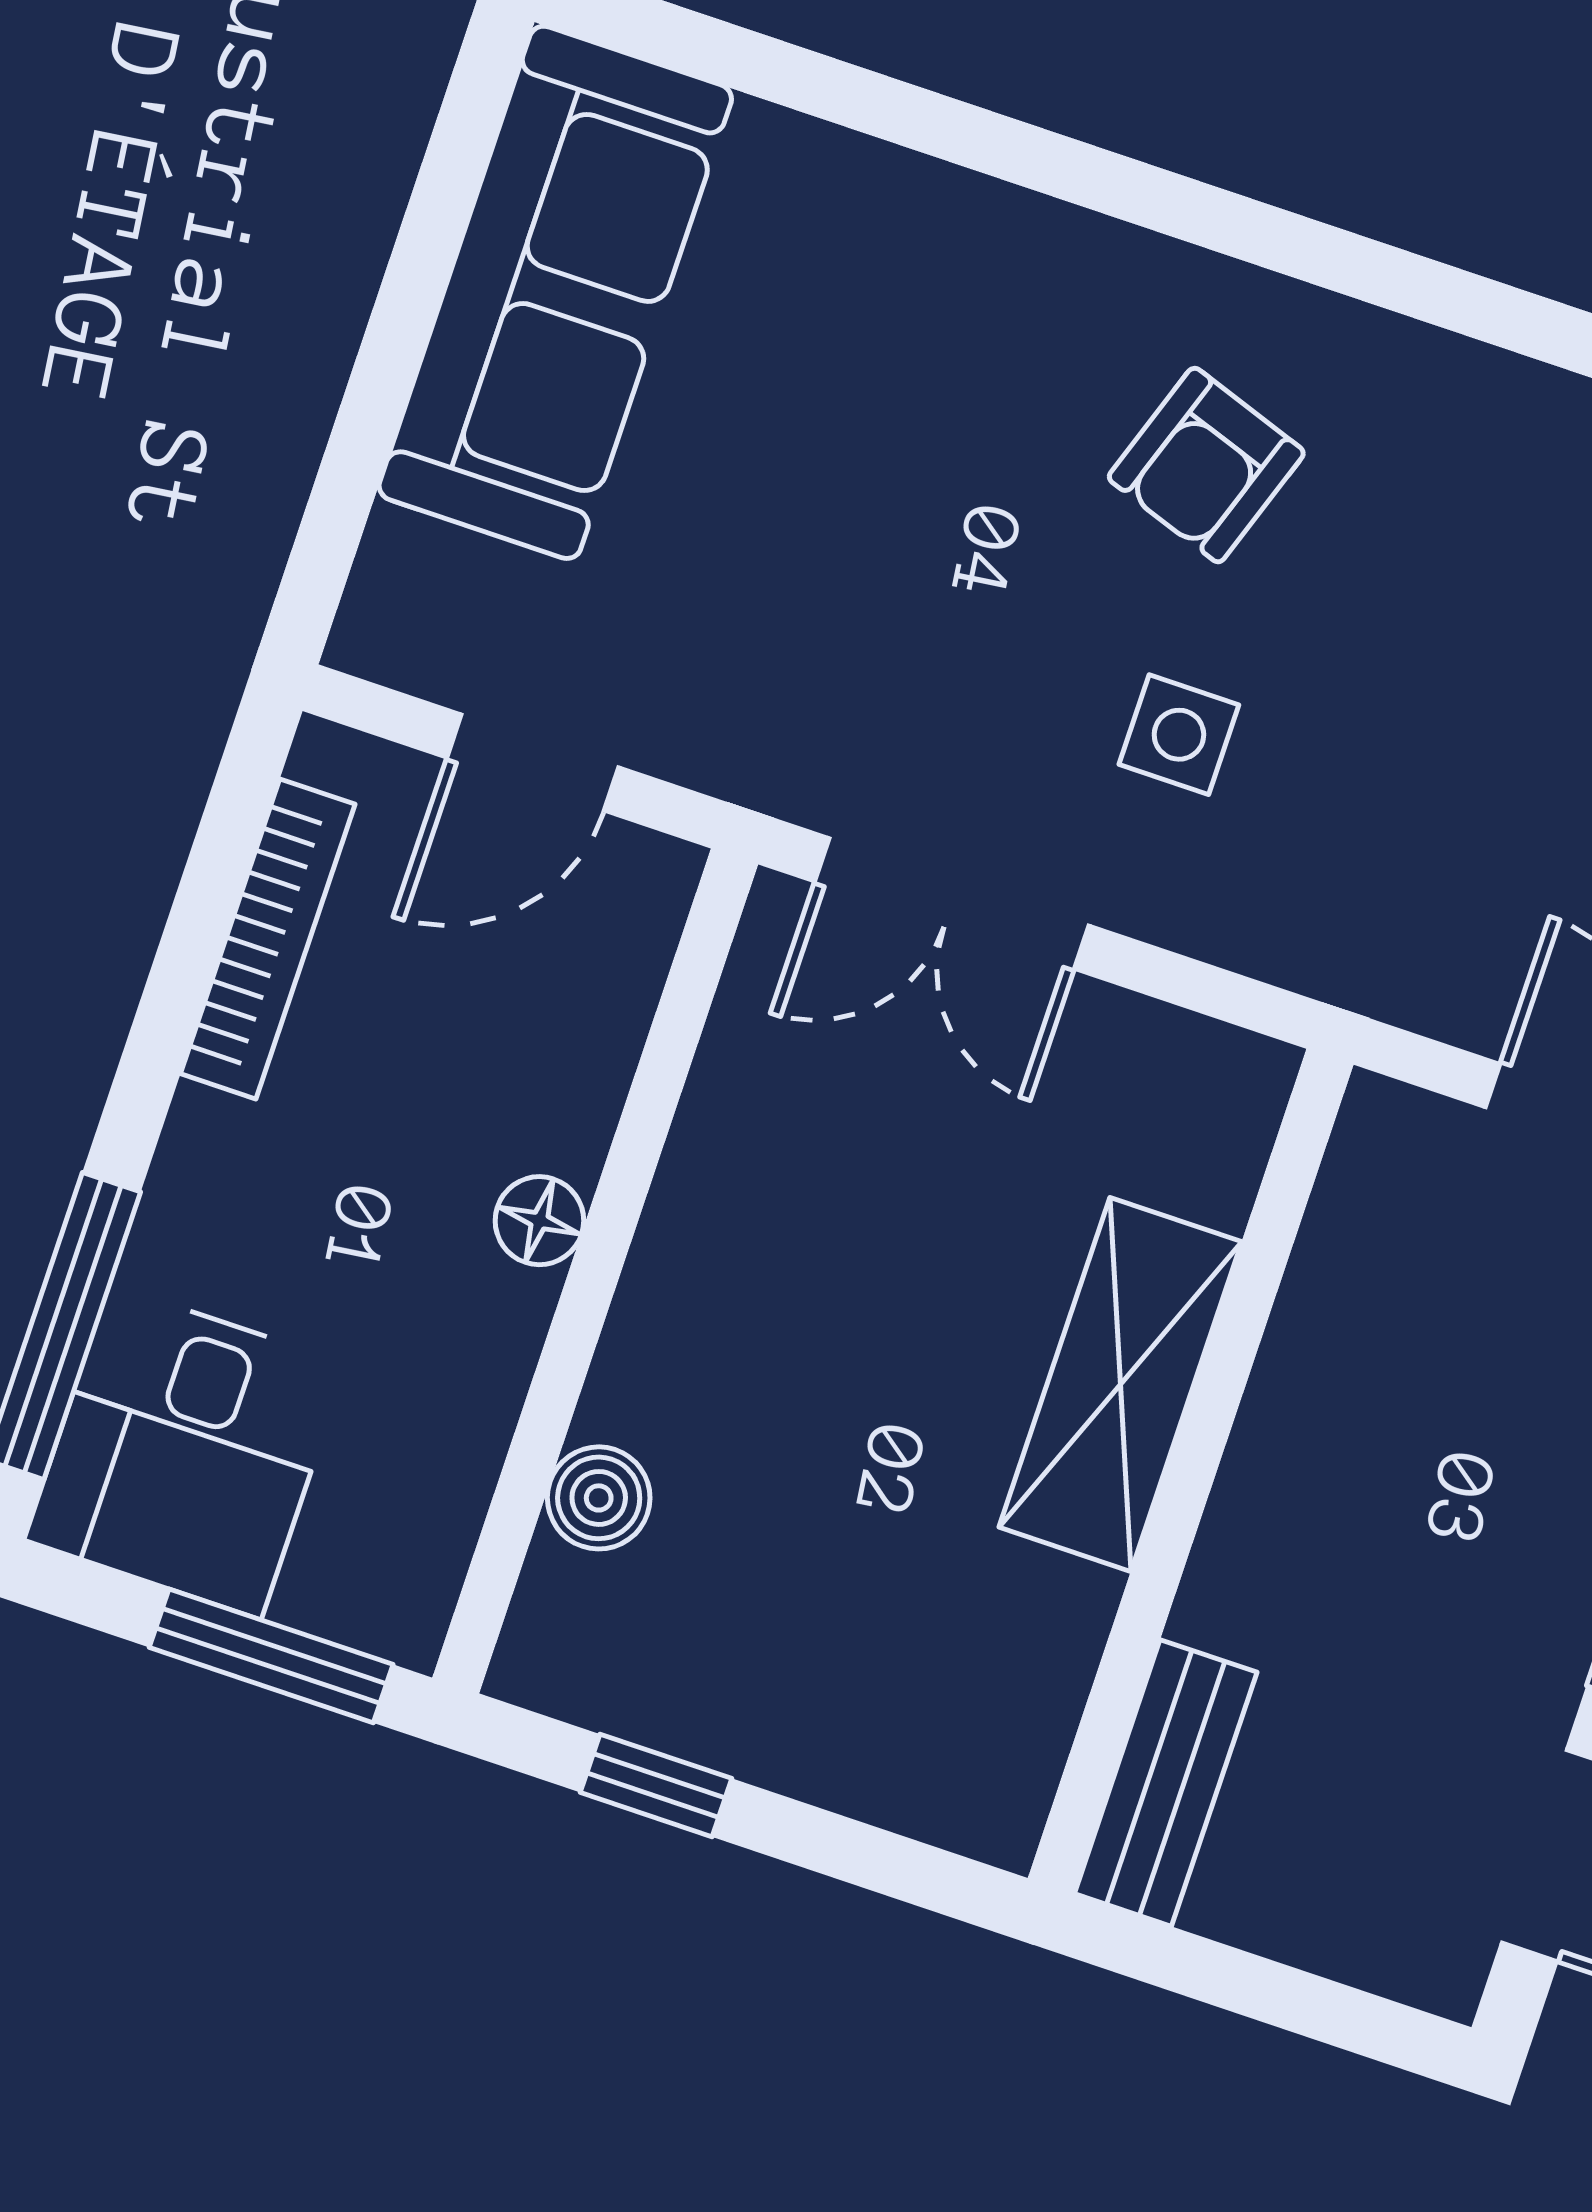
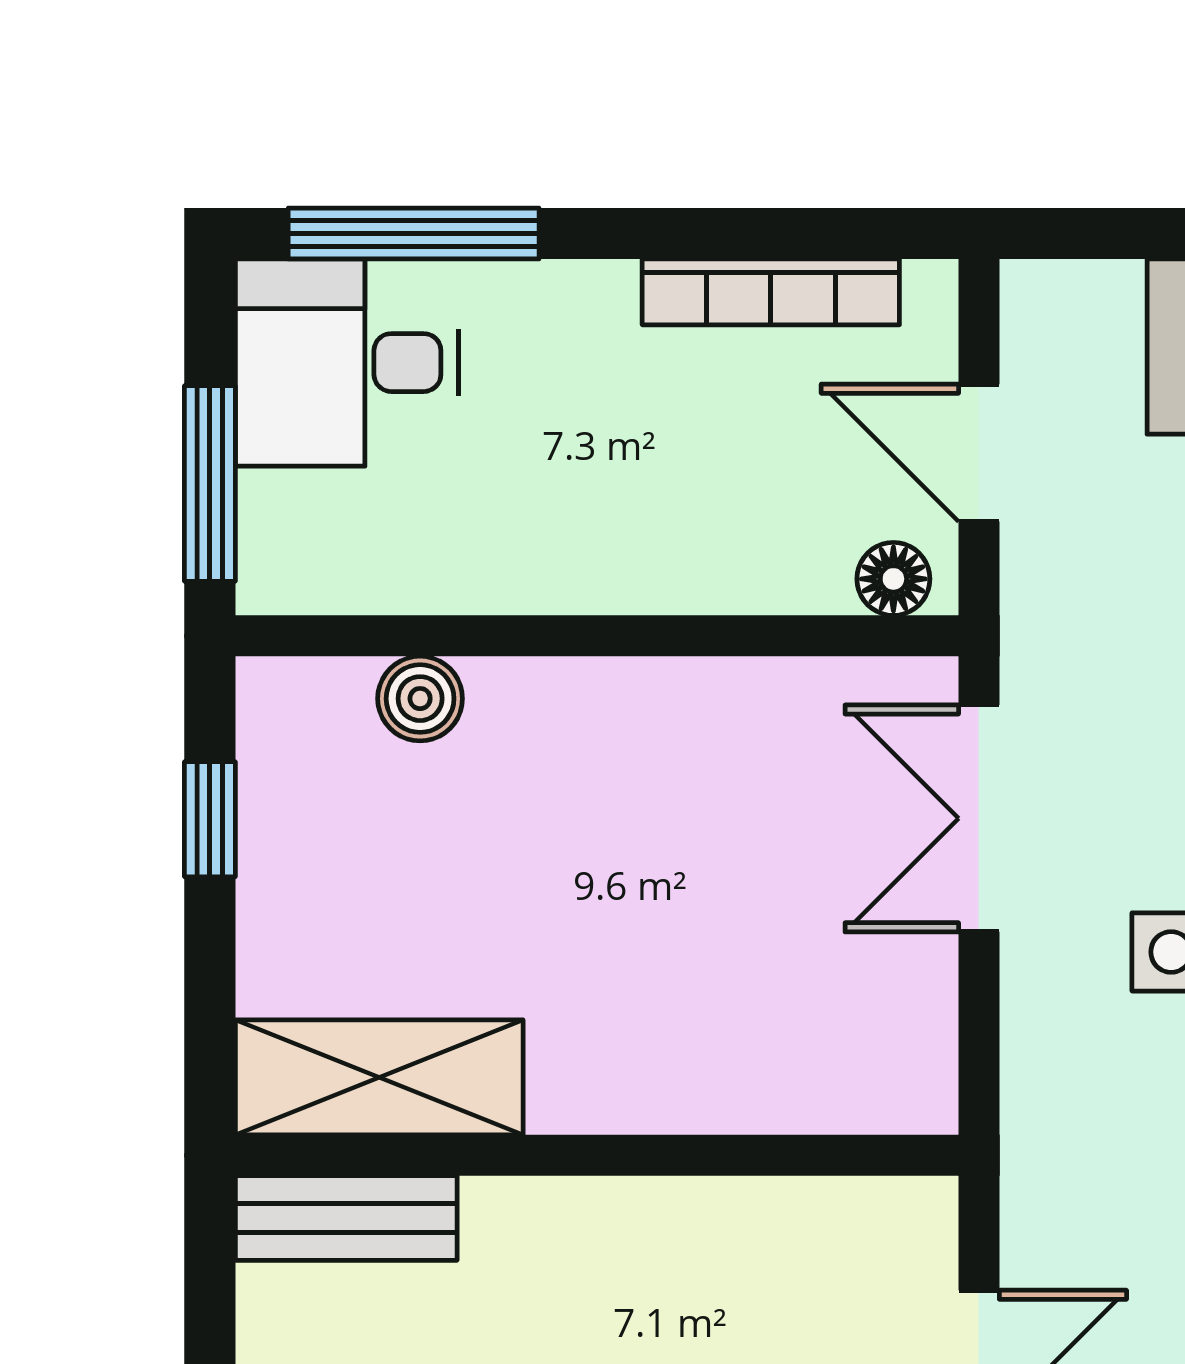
floor lamp: (539, 1221) -> (893, 579), moved
shelving: (1120, 1384) -> (379, 1077), moved

